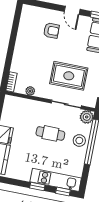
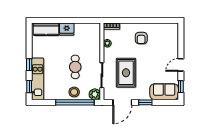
armchair: (51, 31) -> (141, 38), moved

